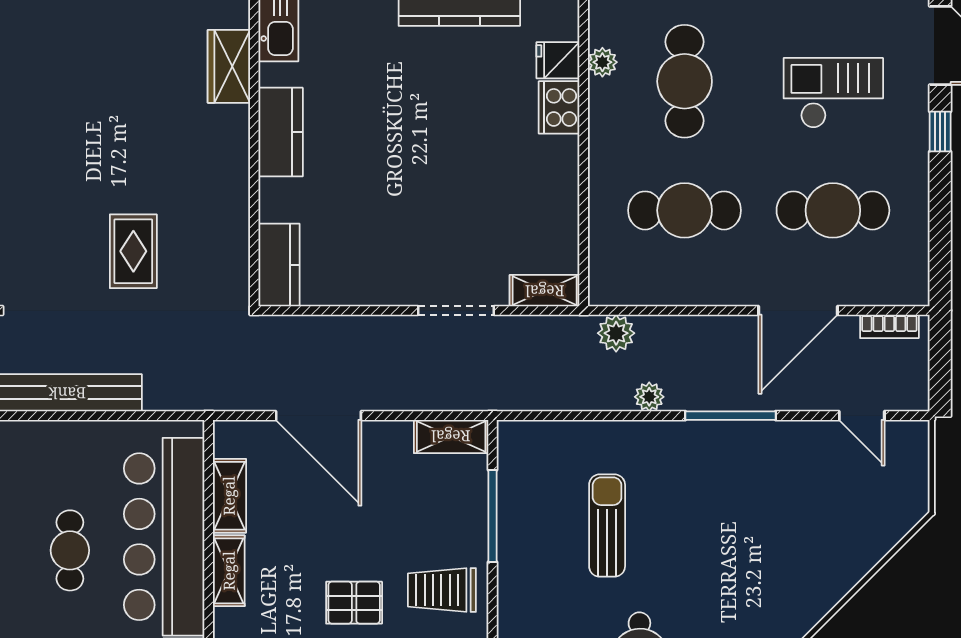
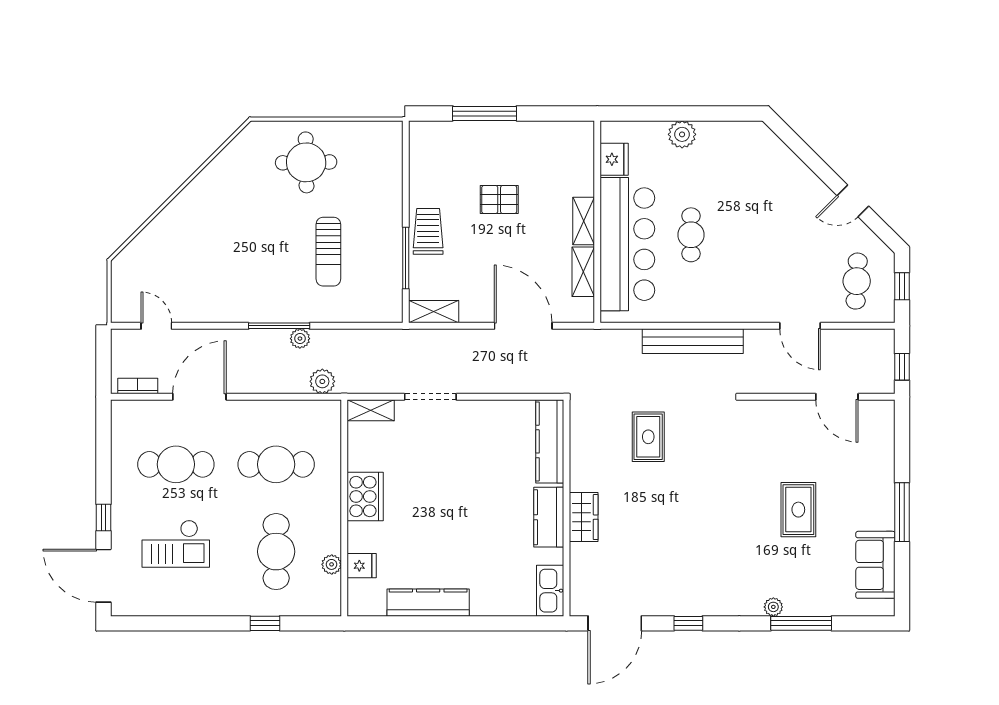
wardrobe: (229, 66) -> (584, 517), moved
cooker: (559, 107) -> (365, 497), moved, width x1.37, depth x1.31
kitchen counter: (279, 265) -> (550, 441), width x1.50
window: (731, 416) -> (279, 326), moved
trolley: (442, 590) -> (428, 231), moved, turned -90

